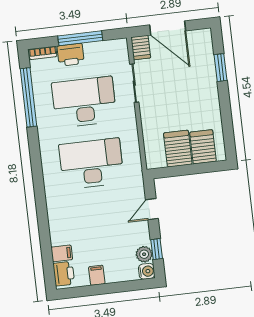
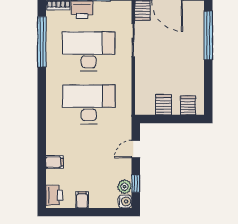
window: (221, 68) -> (208, 35), width x2.11
server rack: (203, 147) -> (188, 105), width x0.73, depth x0.70
server rack: (178, 149) -> (164, 105), width x0.73, depth x0.70
filing cabinet: (62, 253) -> (55, 162), moved

